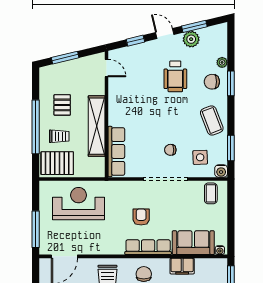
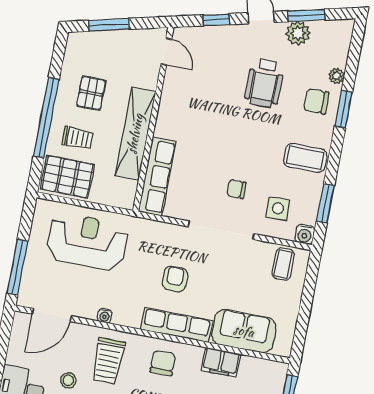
coffee table: (212, 120) -> (305, 158), turned -69
water cooler: (220, 250) -> (105, 316), moved

